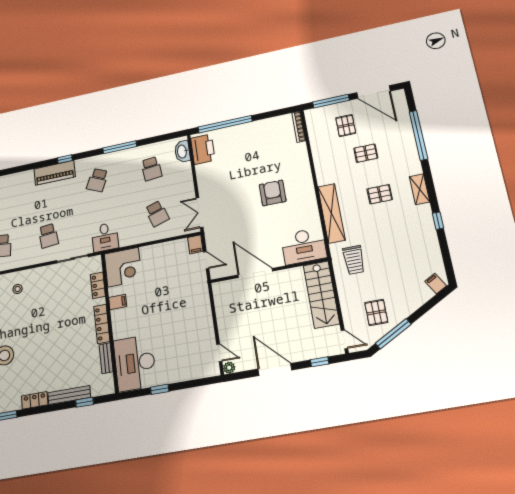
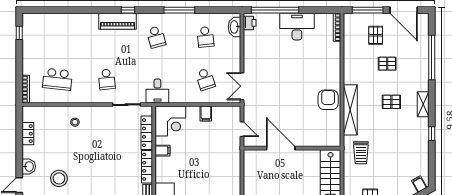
printer: (203, 149) -> (250, 23), width x0.53, depth x0.68
school desk: (97, 180) -> (156, 37), turned -39
armchair: (273, 193) -> (328, 100), moved
filing cabinet: (195, 244) -> (206, 113), moved
desk: (304, 246) -> (297, 27), moved, turned 180
locker: (98, 285) -> (147, 133), width x1.53

